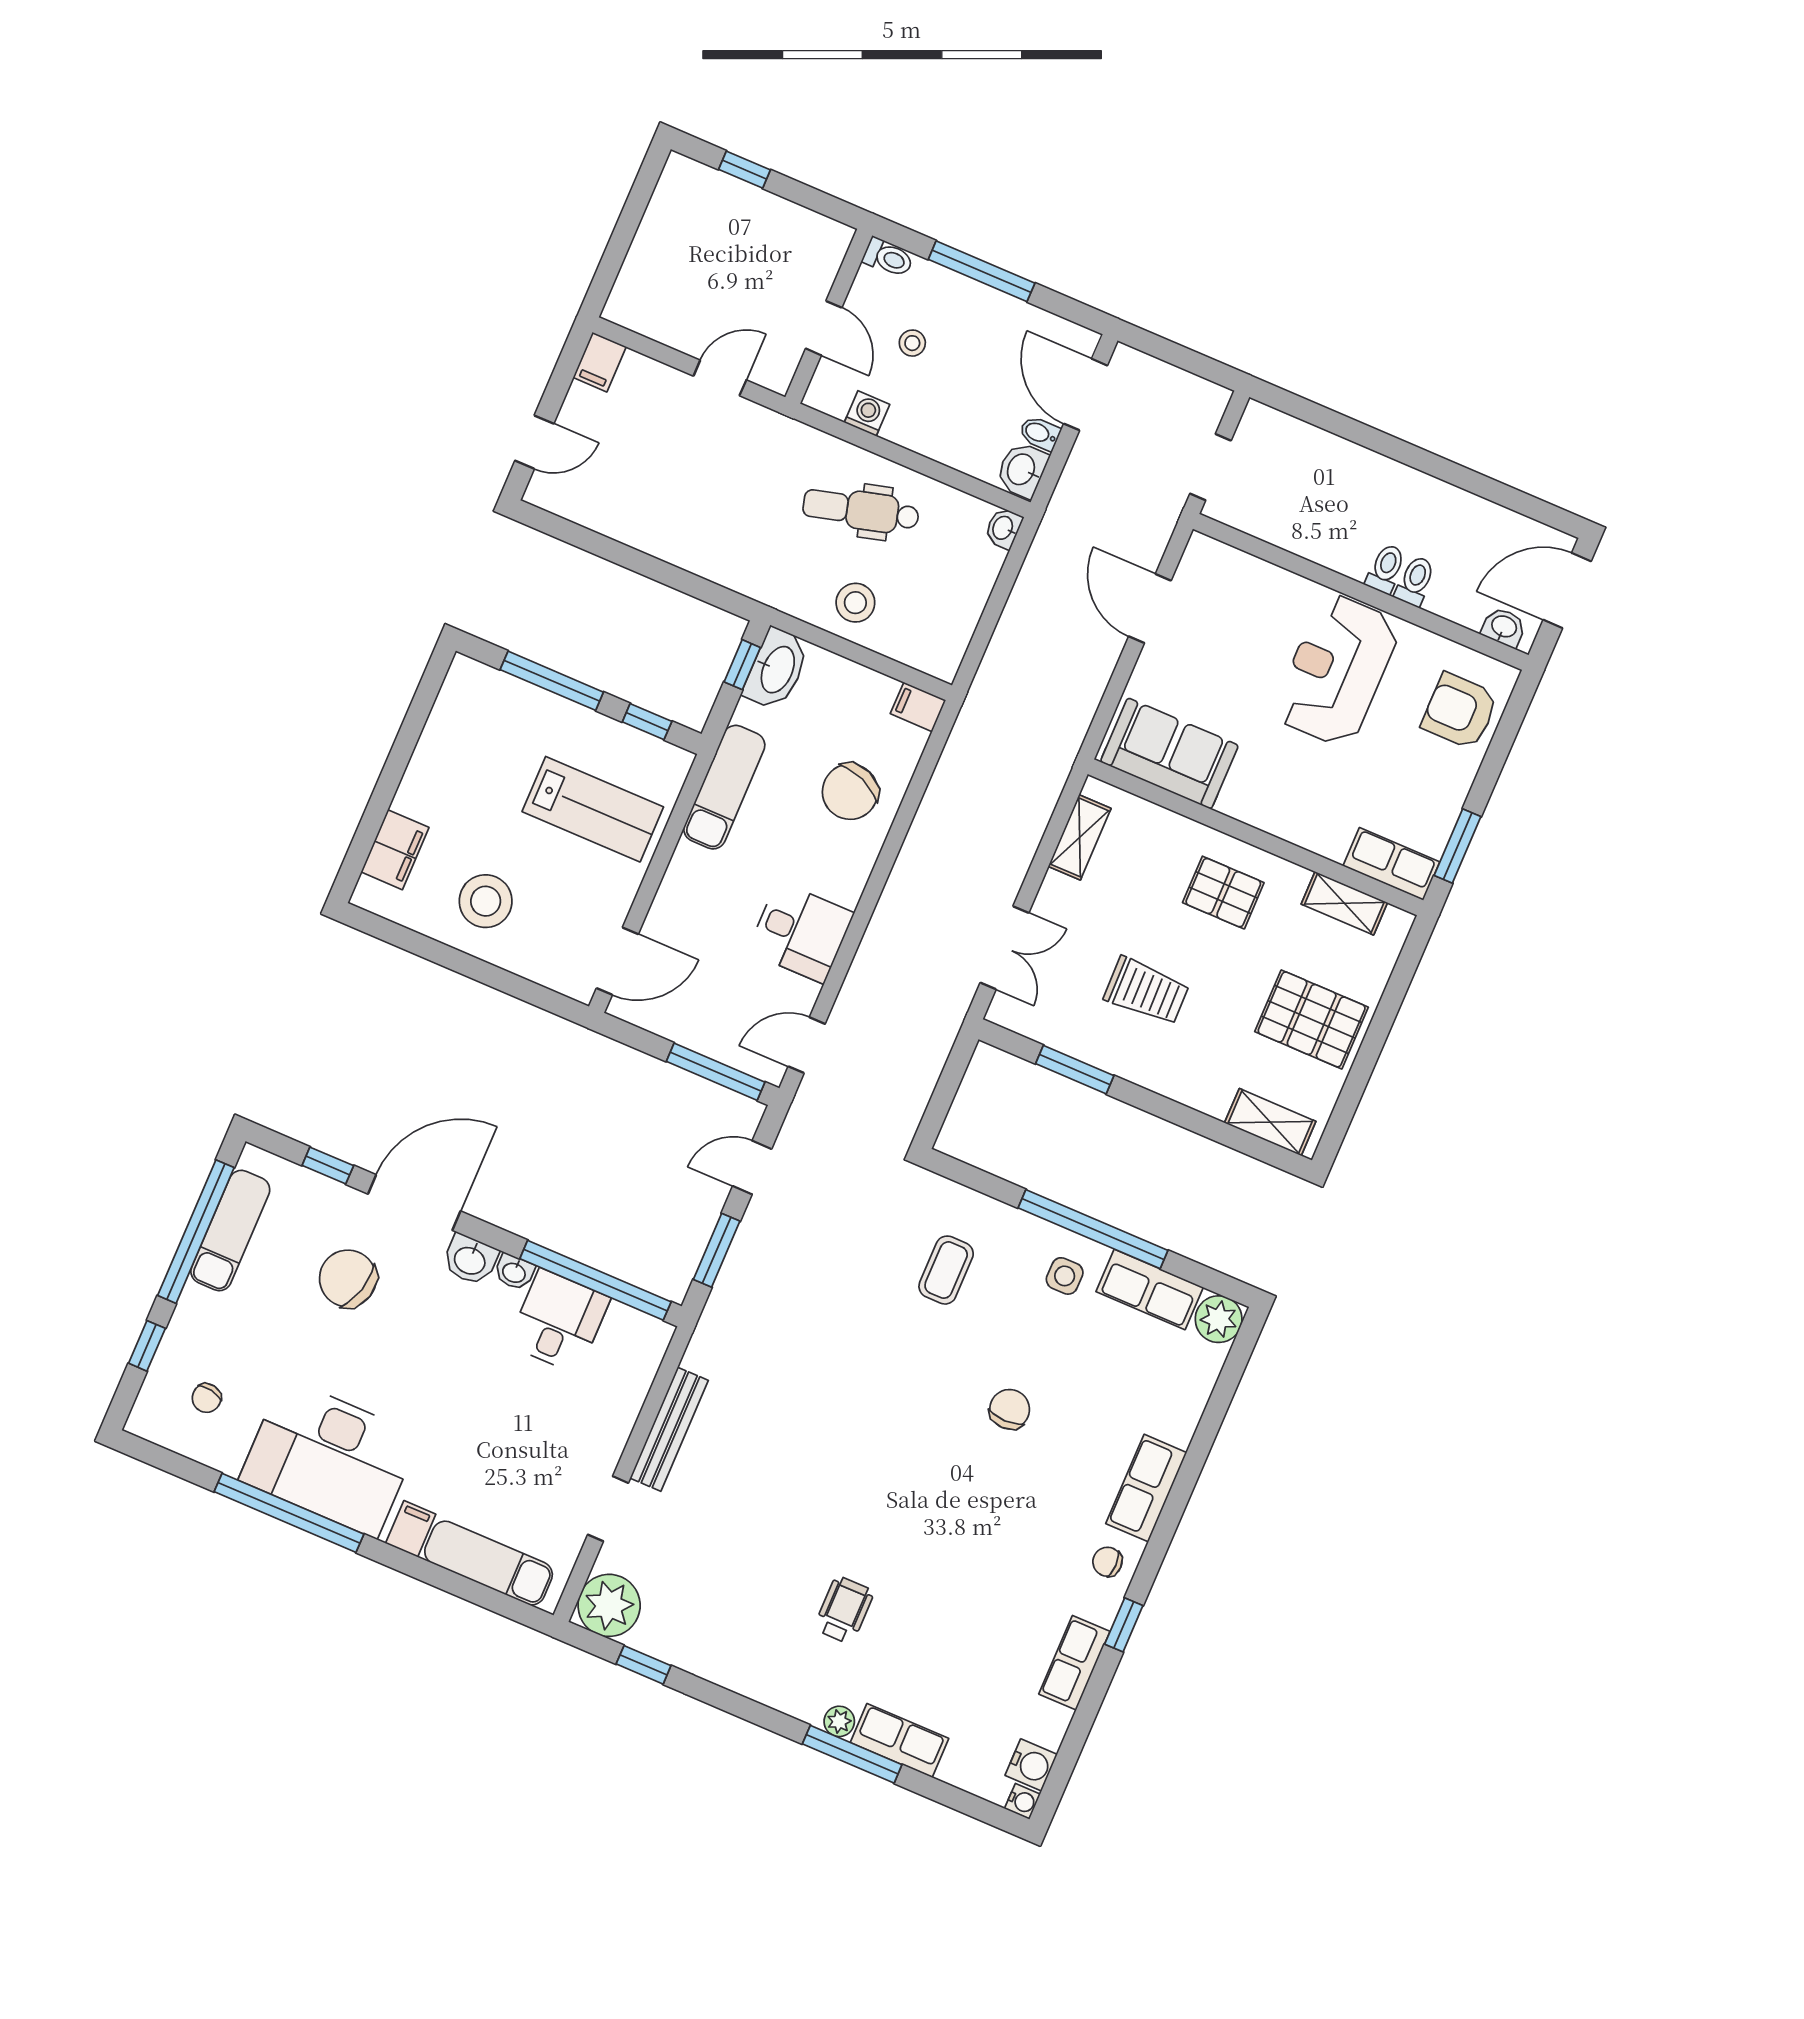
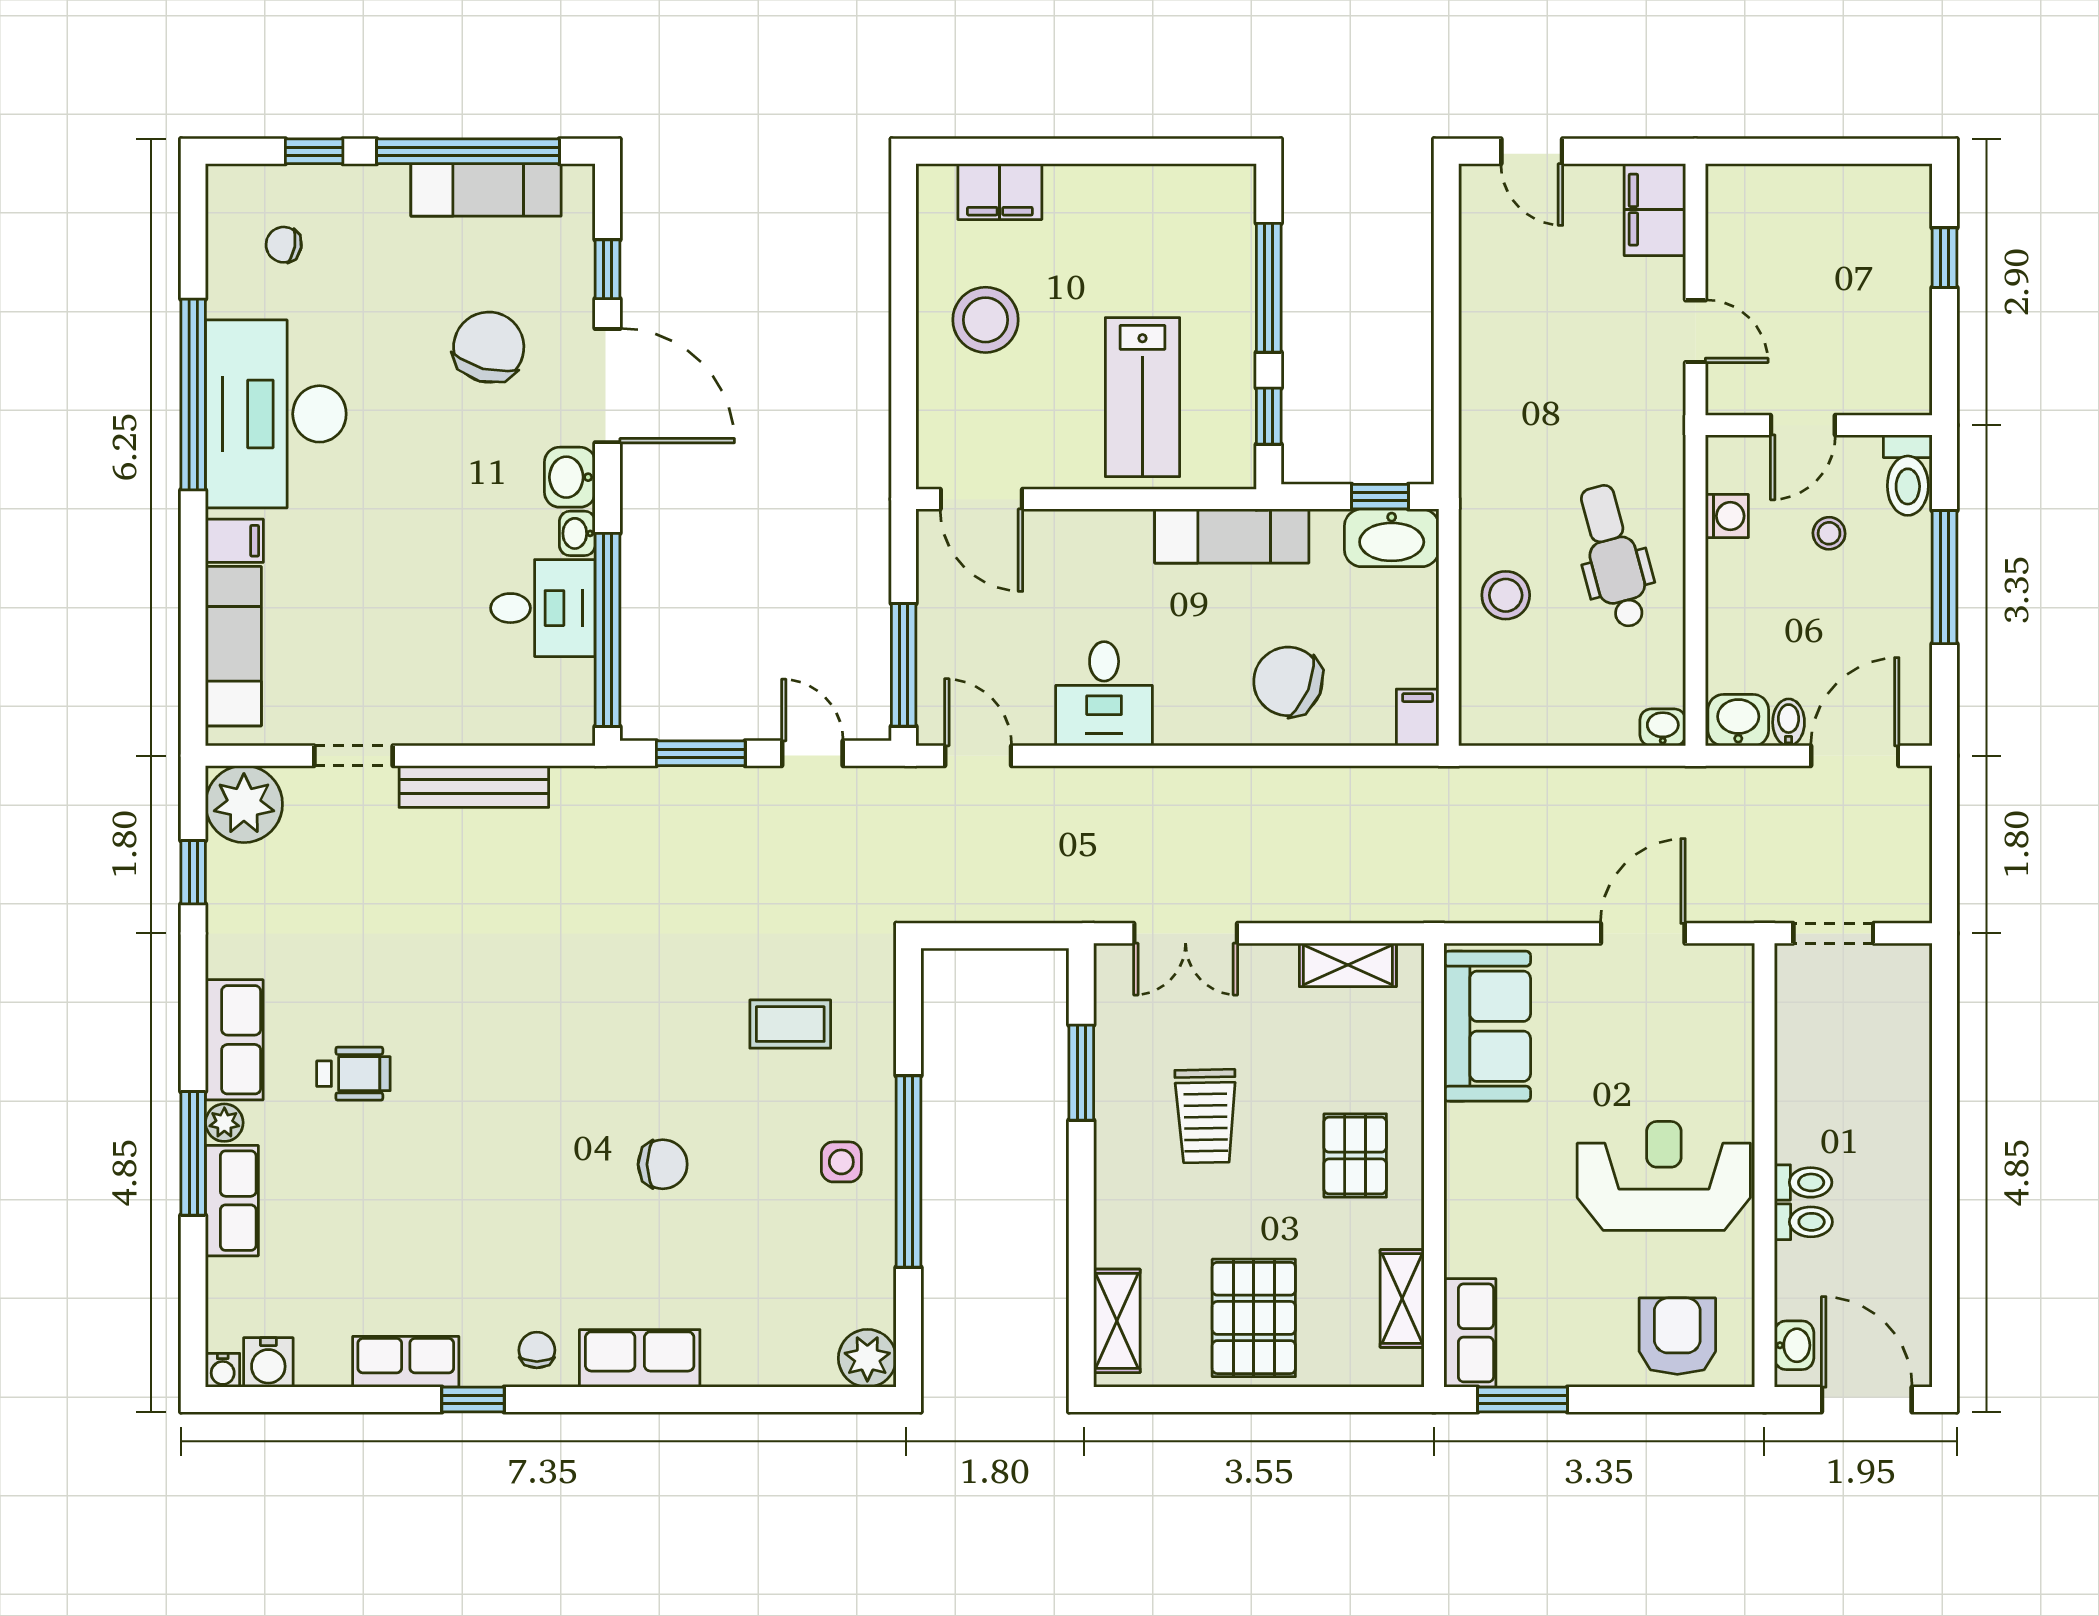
toilet: (888, 258) -> (1908, 475), width x1.37, depth x1.39
filing cabinet: (600, 362) -> (1655, 210), width x2.00
row of seats: (1150, 1289) -> (234, 1040), moved, turned 180

